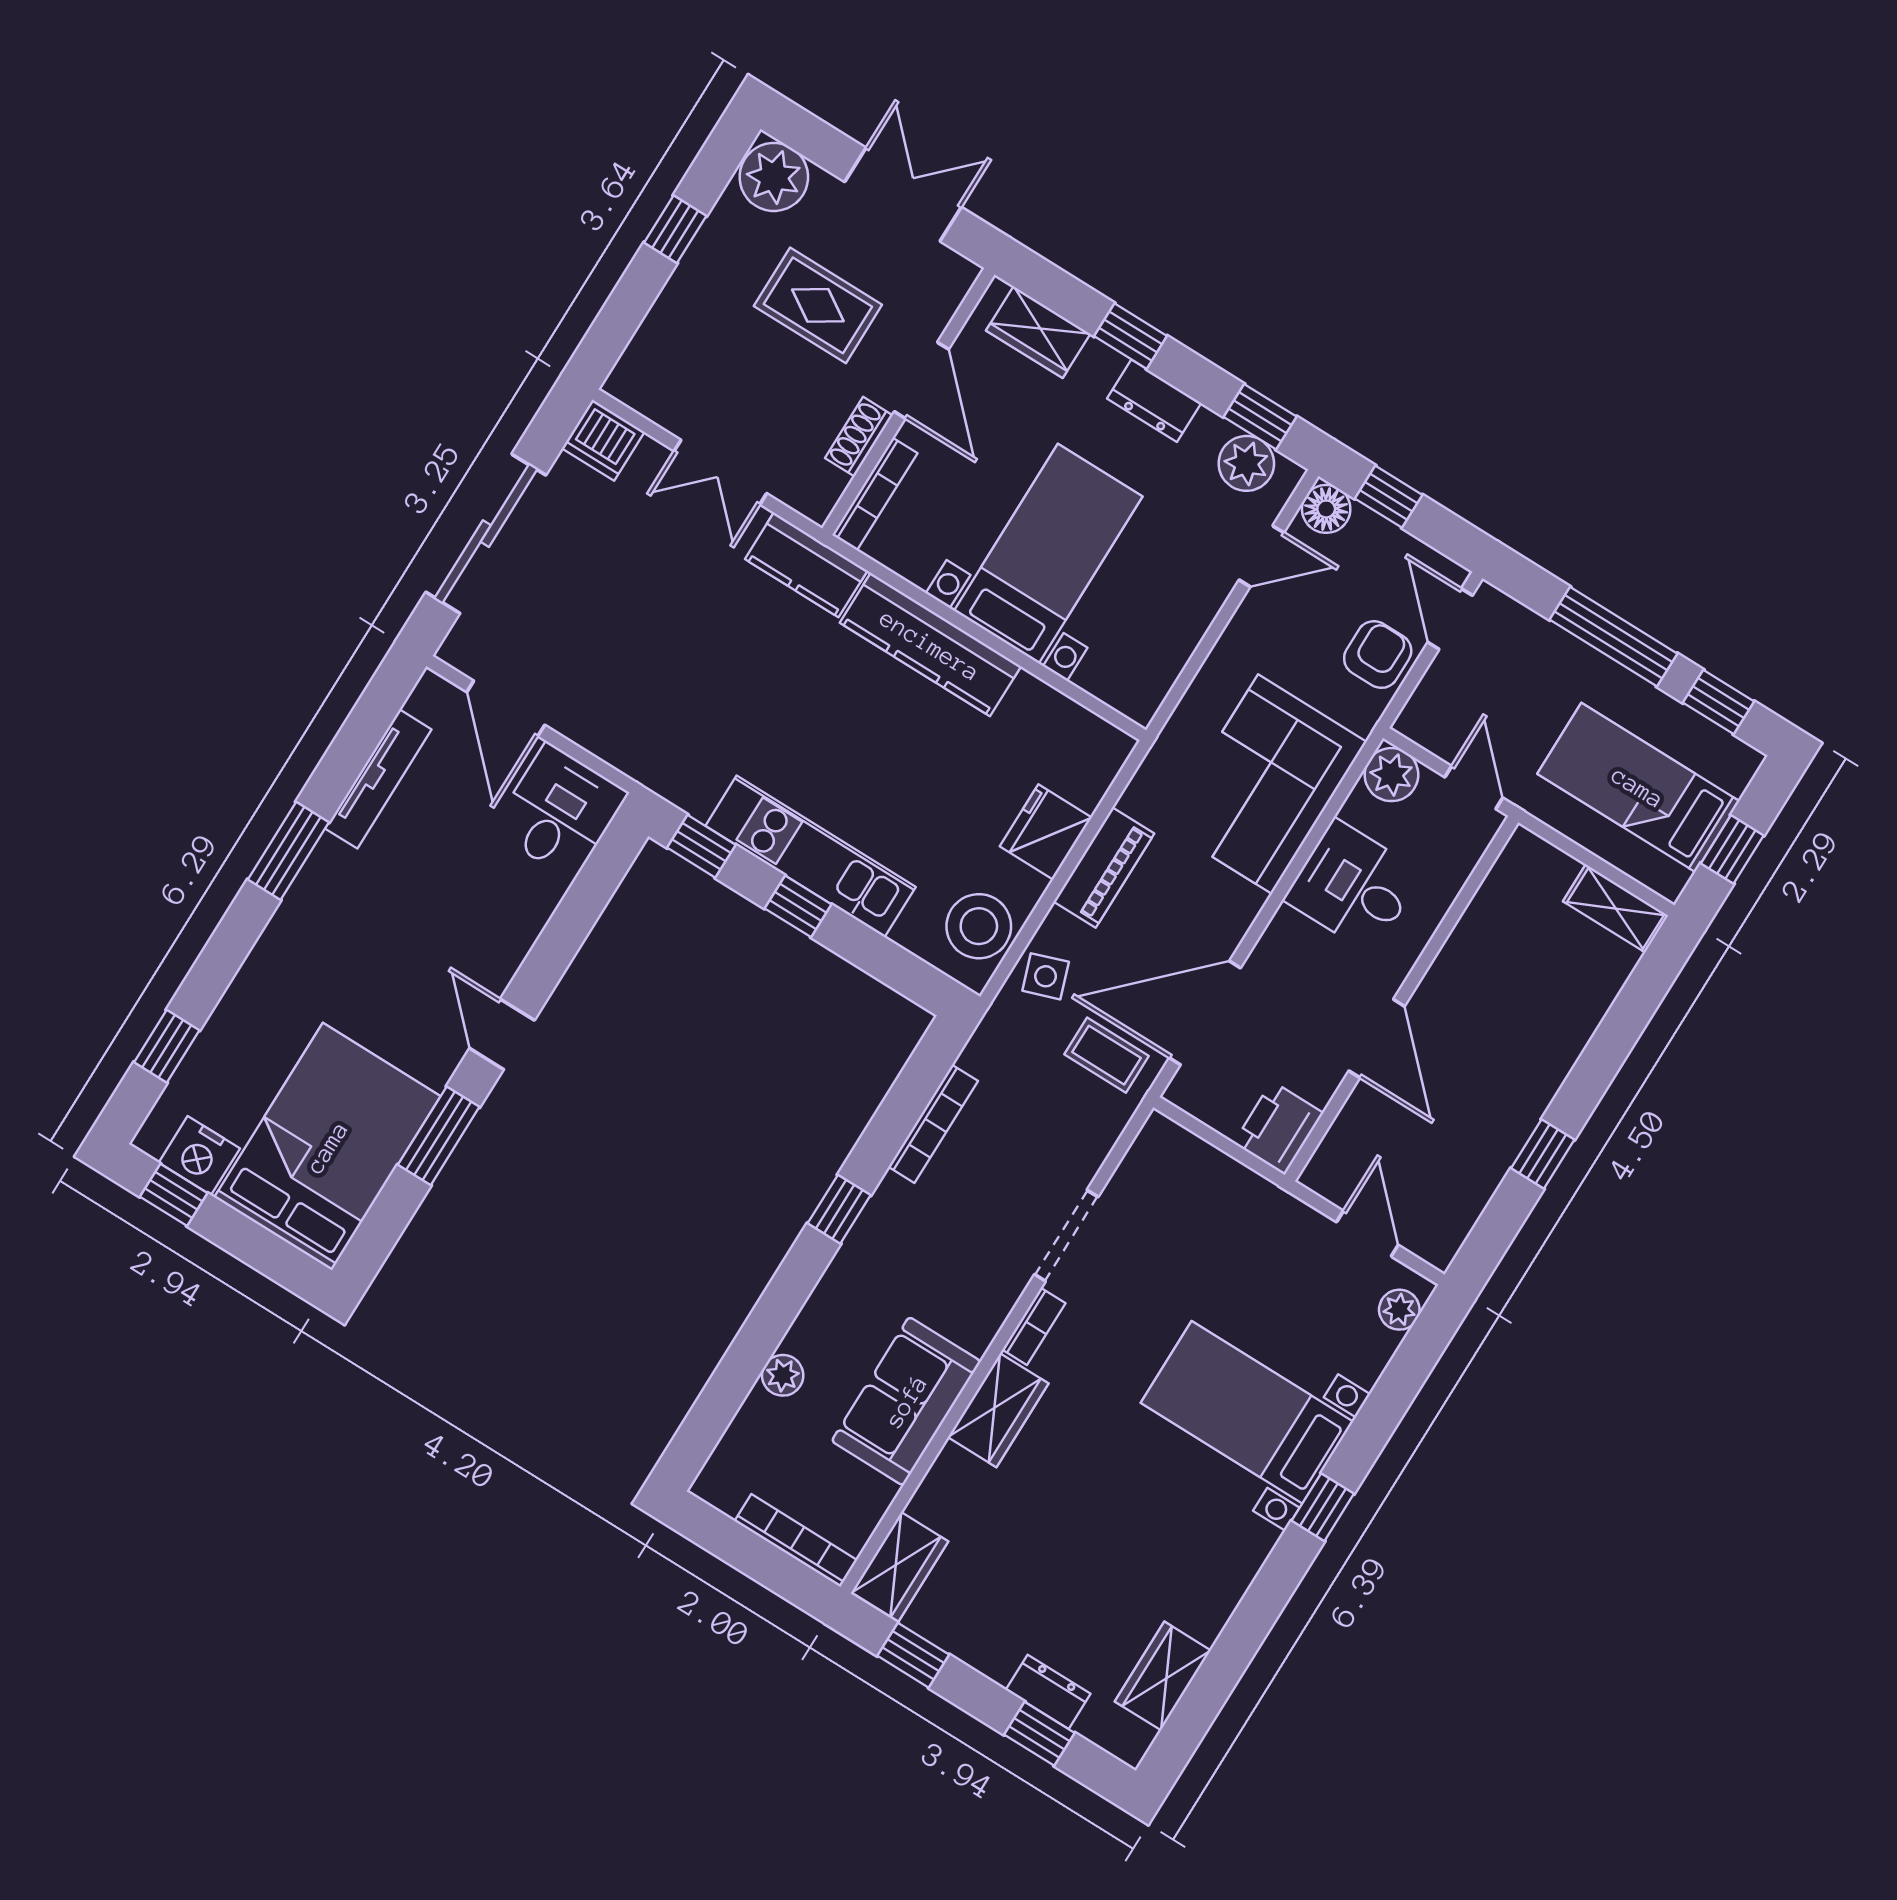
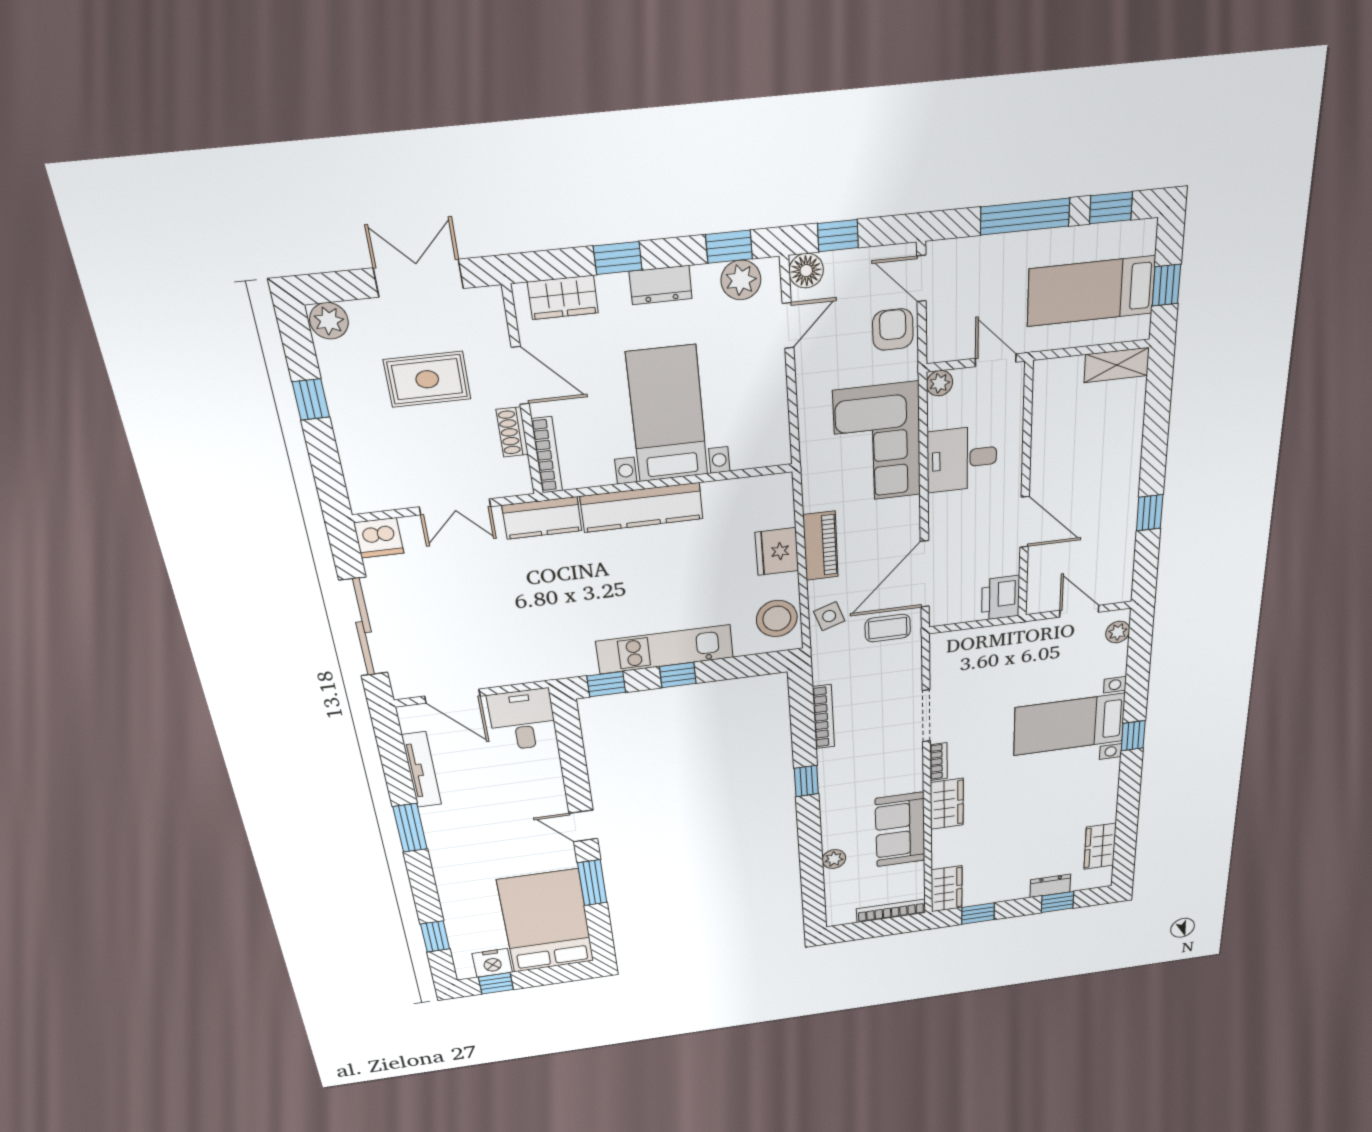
plant: (774, 177) -> (329, 321), width x0.73, depth x0.73
plant: (1391, 775) -> (940, 383), width x0.73, depth x0.73

